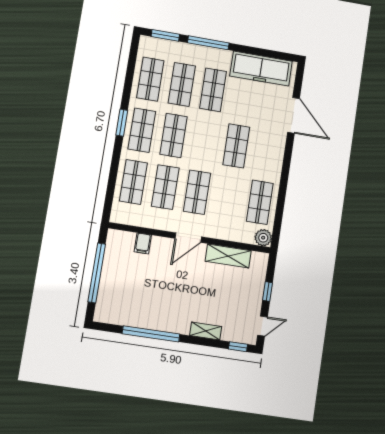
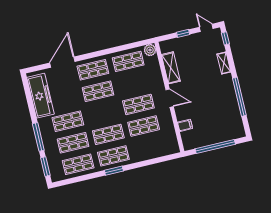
shop shelf: (133, 182) -> (93, 70), moved

